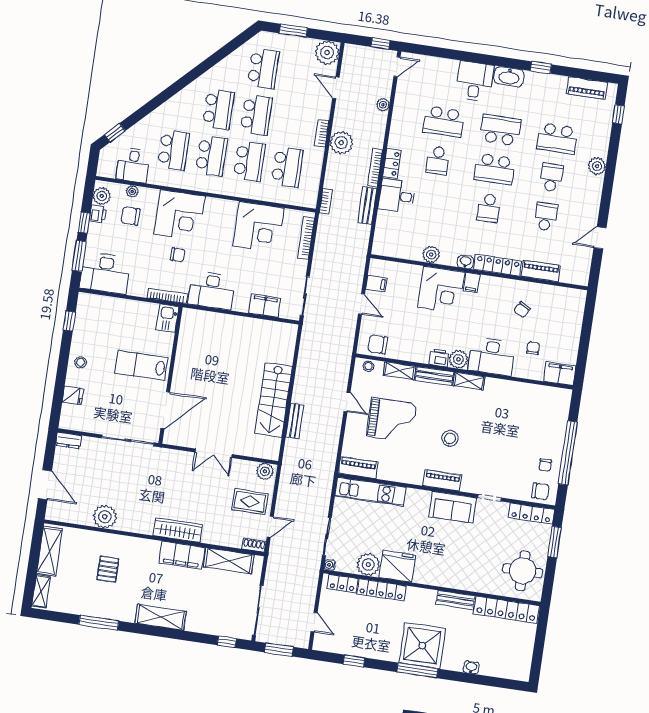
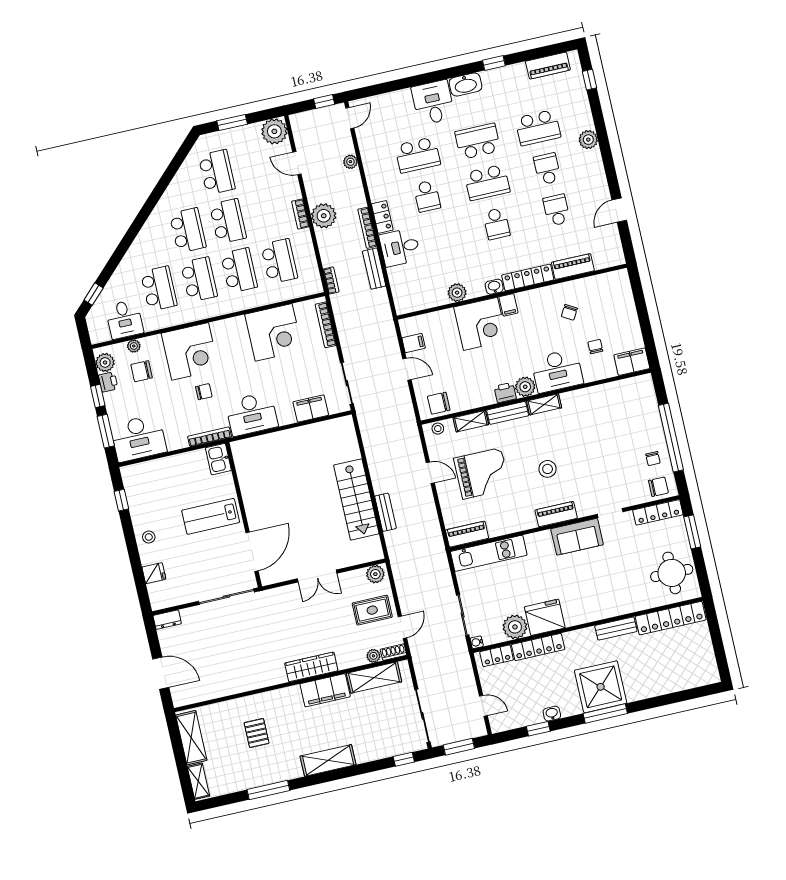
plant: (105, 517) -> (373, 656), moved, width x0.53, depth x0.53
washbasin: (471, 667) -> (552, 714), moved

